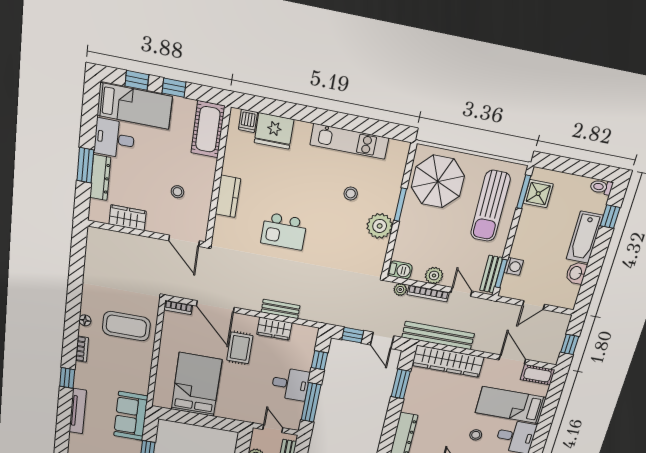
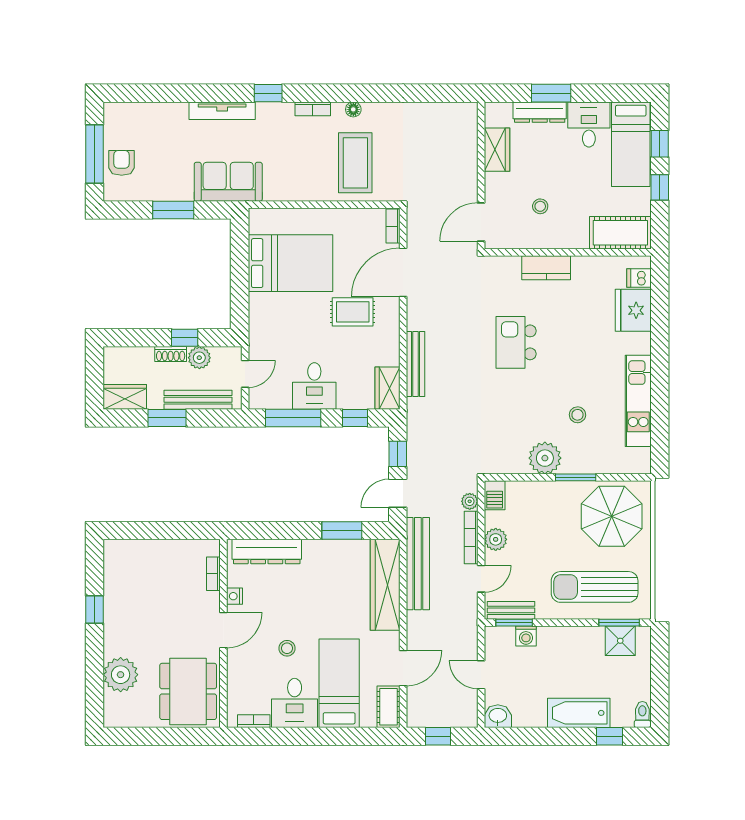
washbasin: (576, 273) -> (498, 716), moved
bench: (281, 309) -> (416, 364), width x1.36
wardrobe: (274, 329) -> (388, 388), moved

